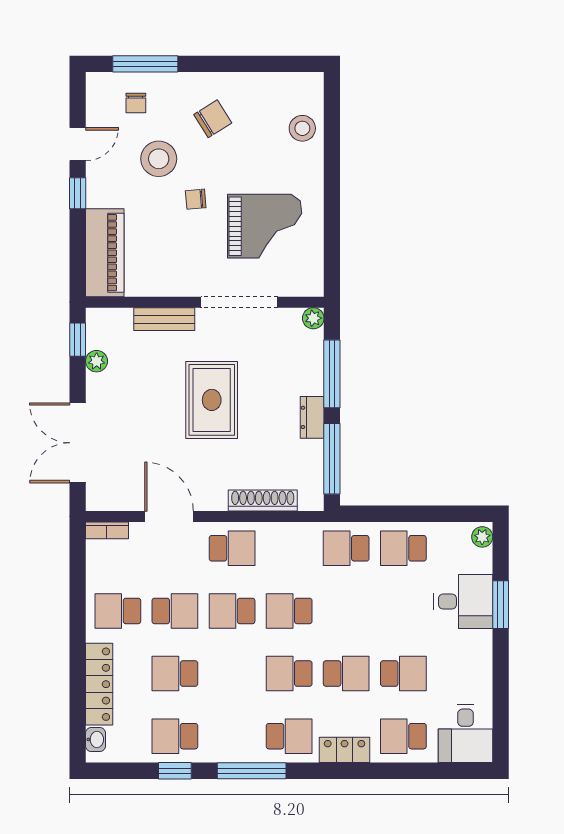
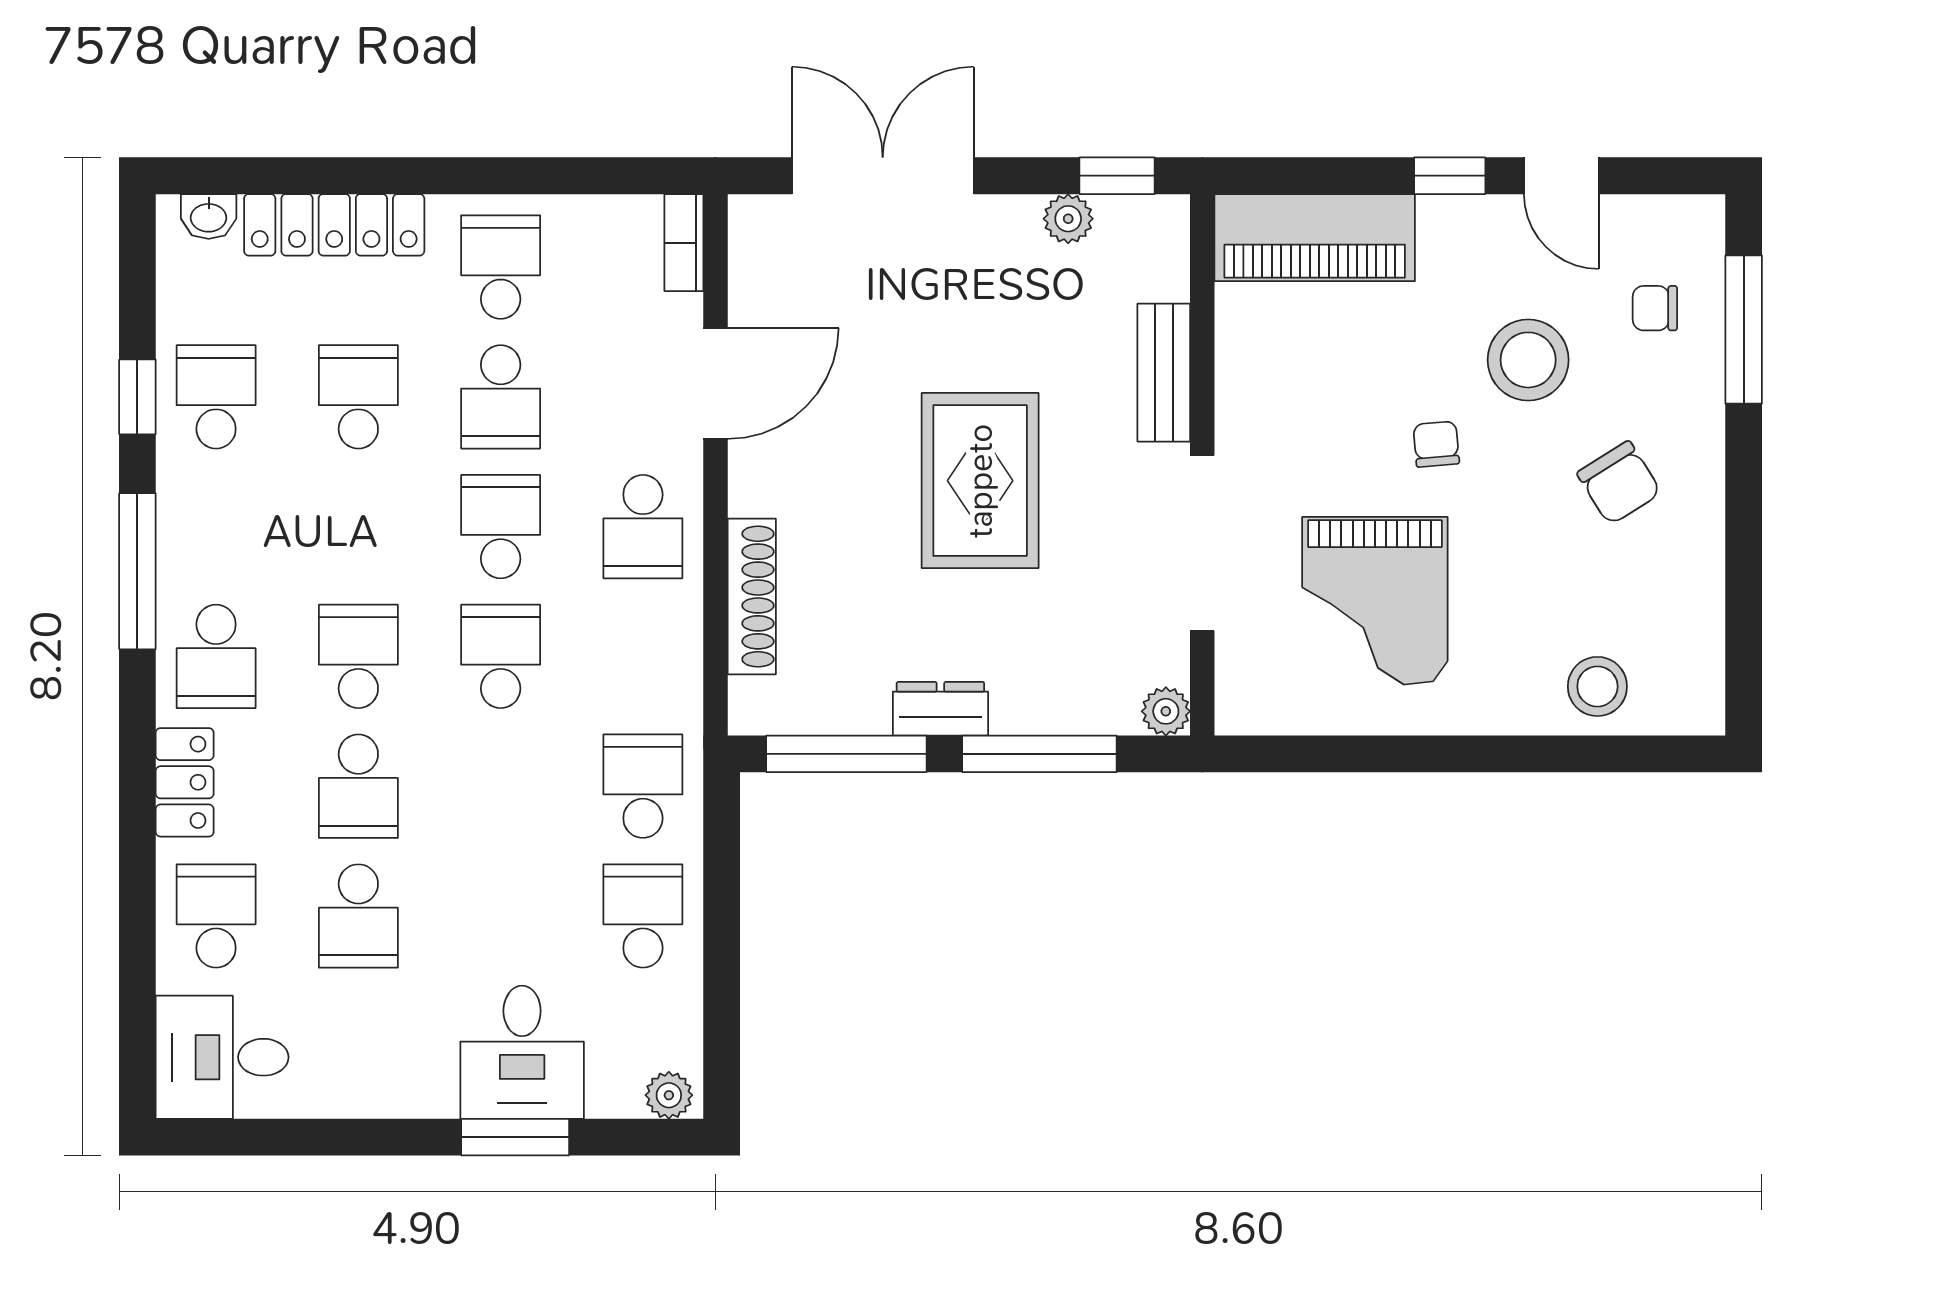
rug: (212, 400) -> (980, 481), turned 90

